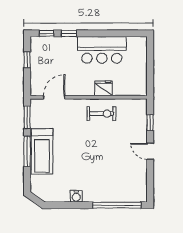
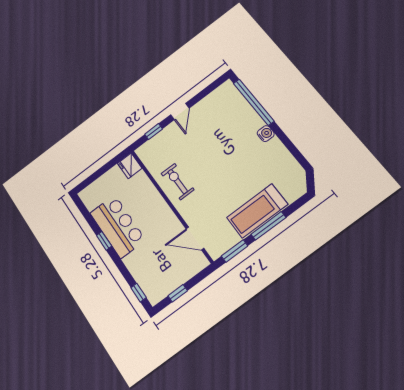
window: (69, 33) -> (104, 241), moved
fridge: (104, 88) -> (130, 166), moved
treadmill: (42, 151) -> (257, 211), turned 180
water cooler: (76, 196) -> (266, 134), moved

